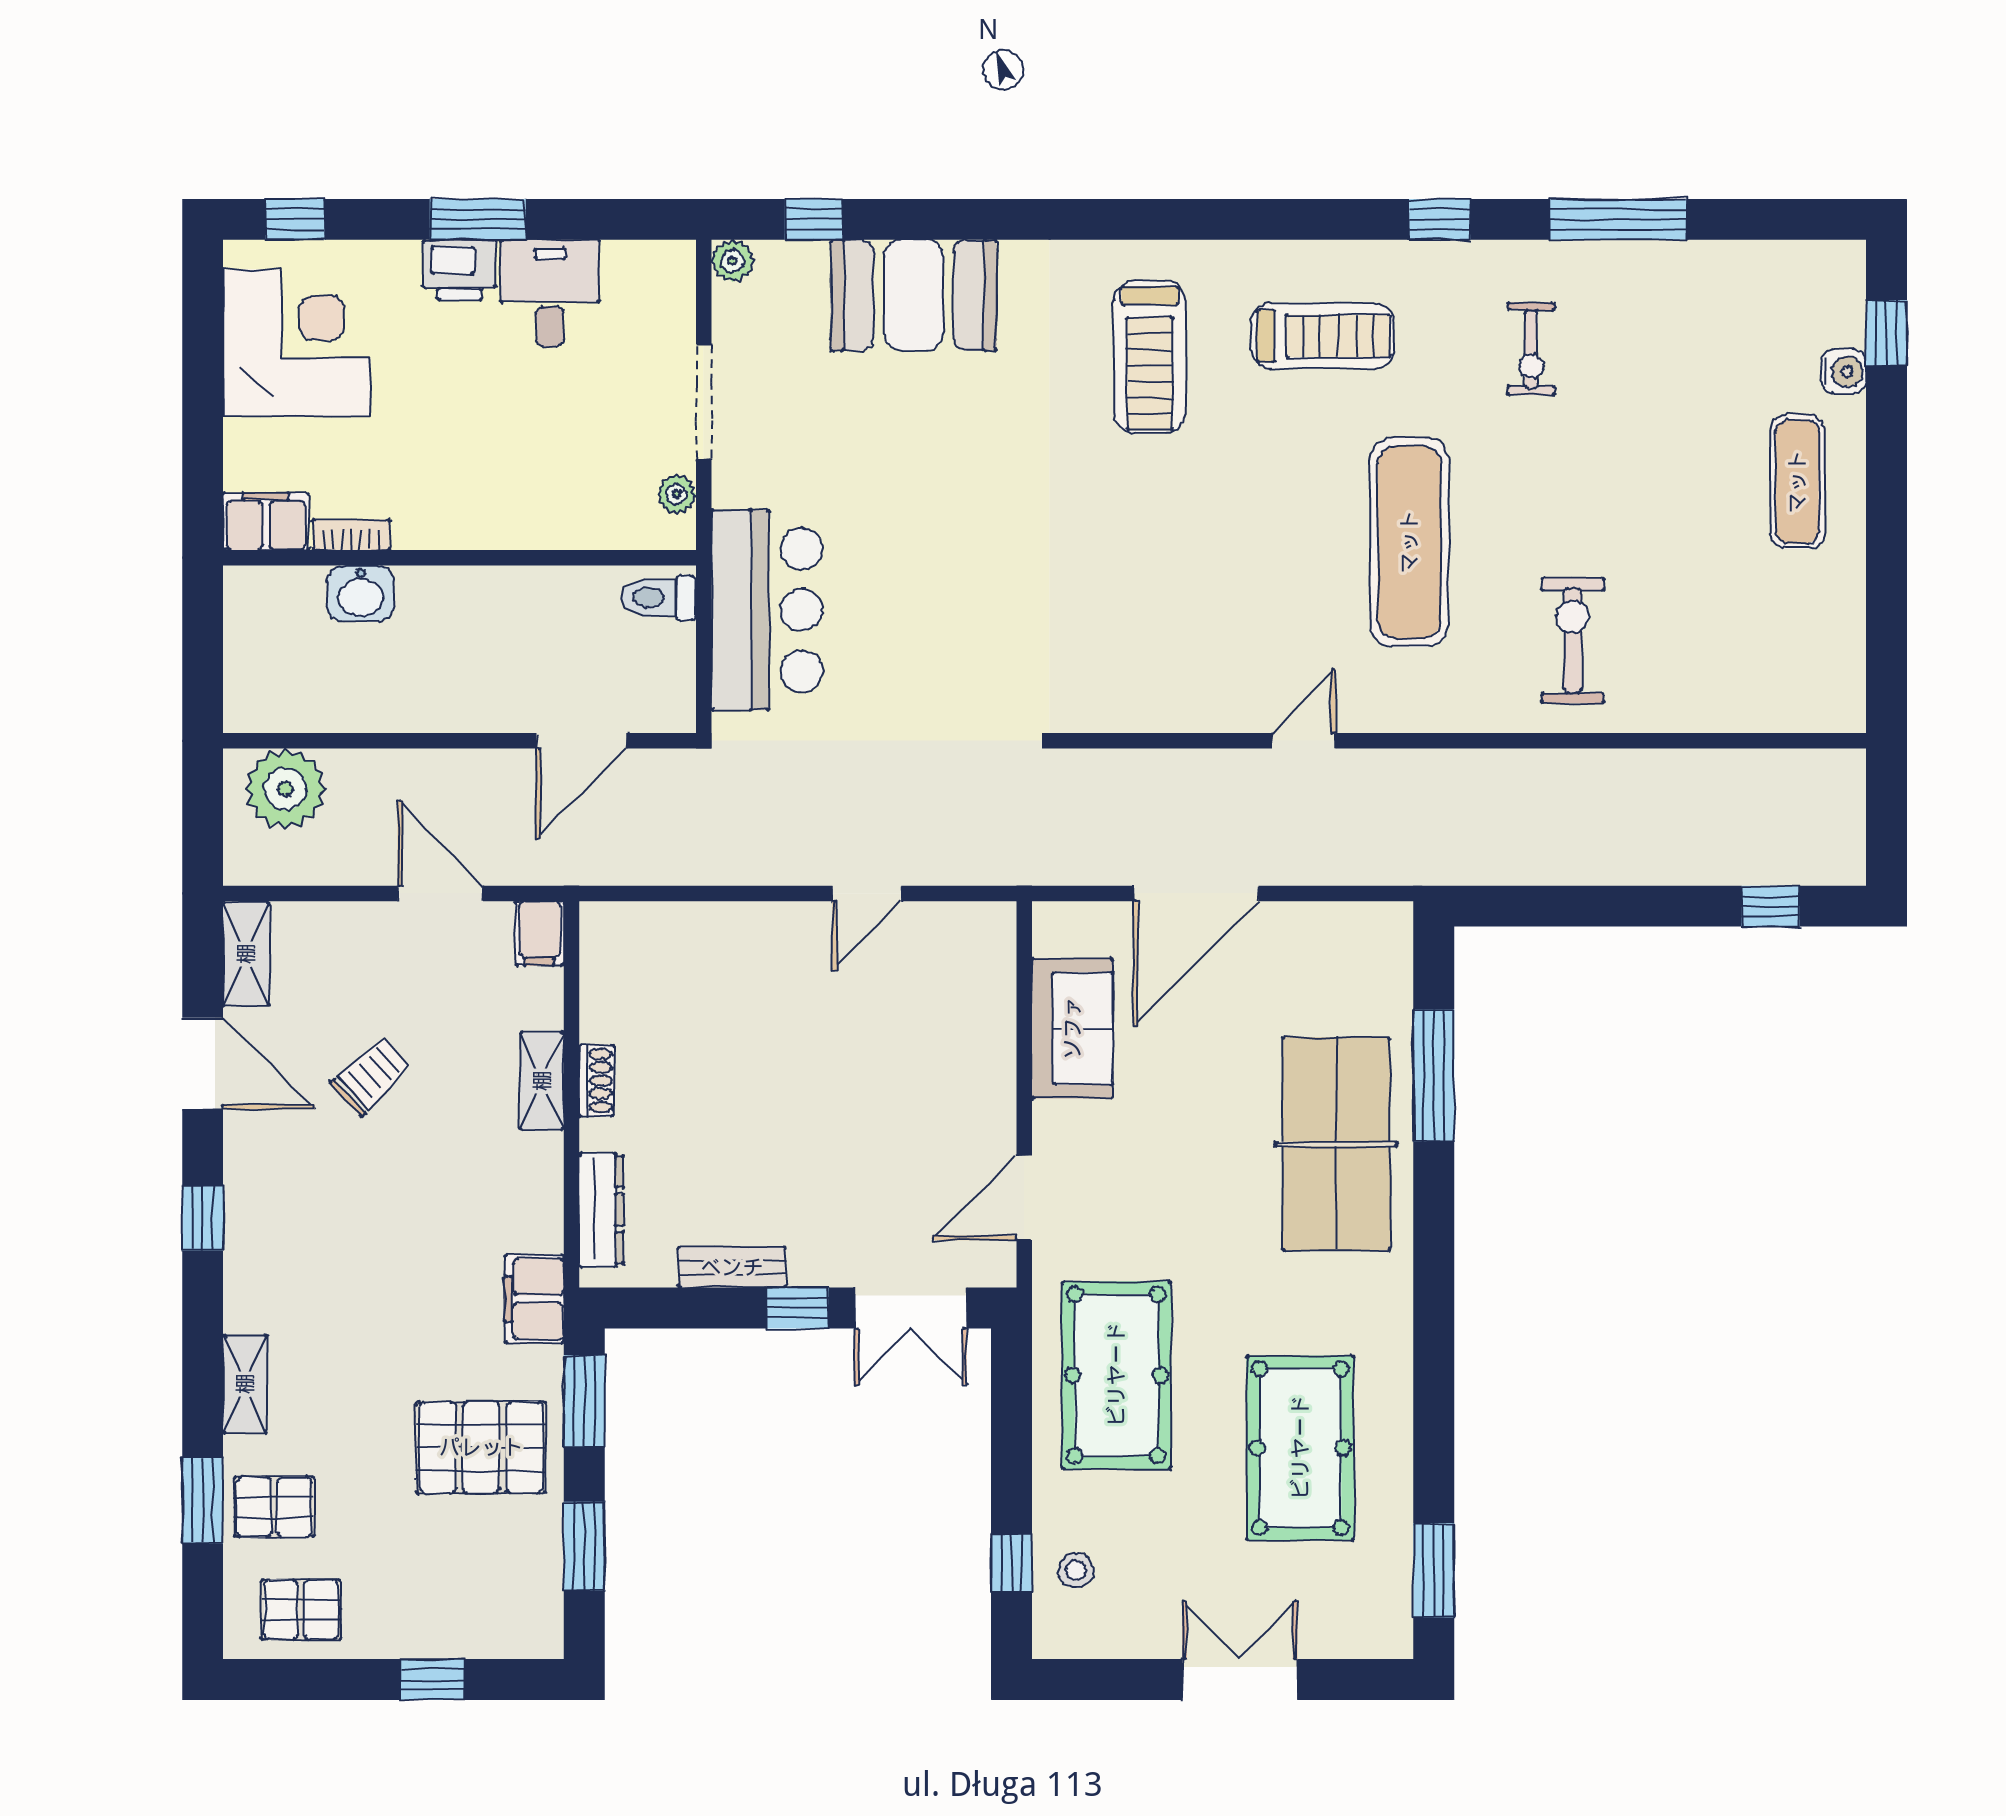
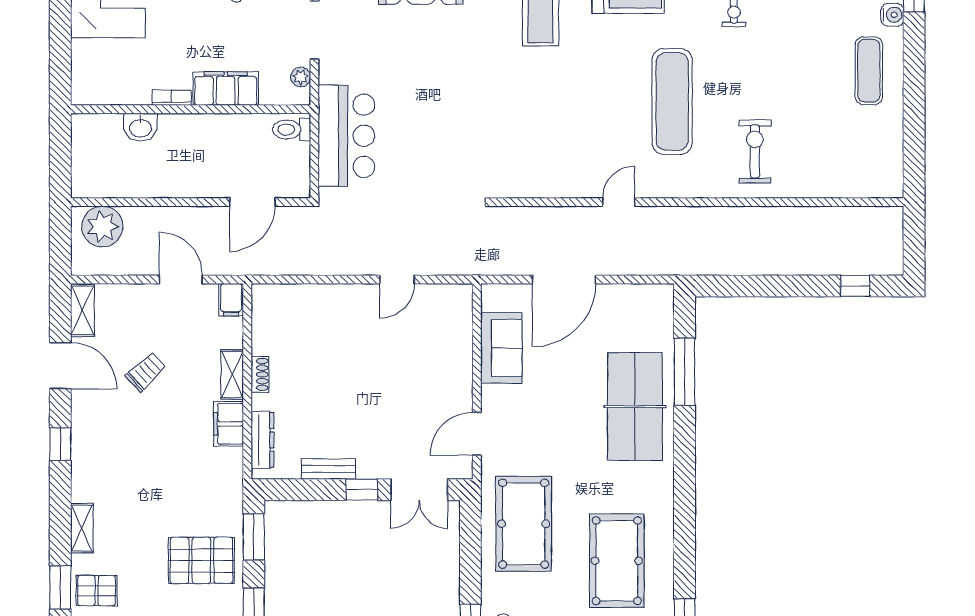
filing cabinet: (266, 521) -> (226, 89), moved, width x1.50, depth x1.17
bookcase: (351, 535) -> (172, 98), moved
filing cabinet: (534, 1299) -> (228, 424), moved

